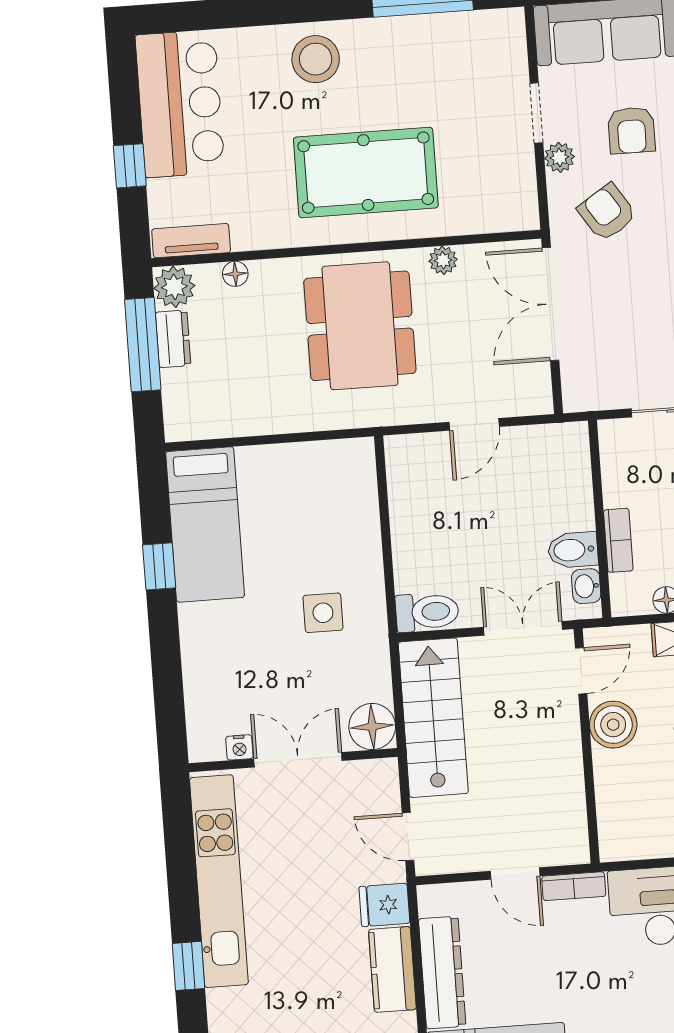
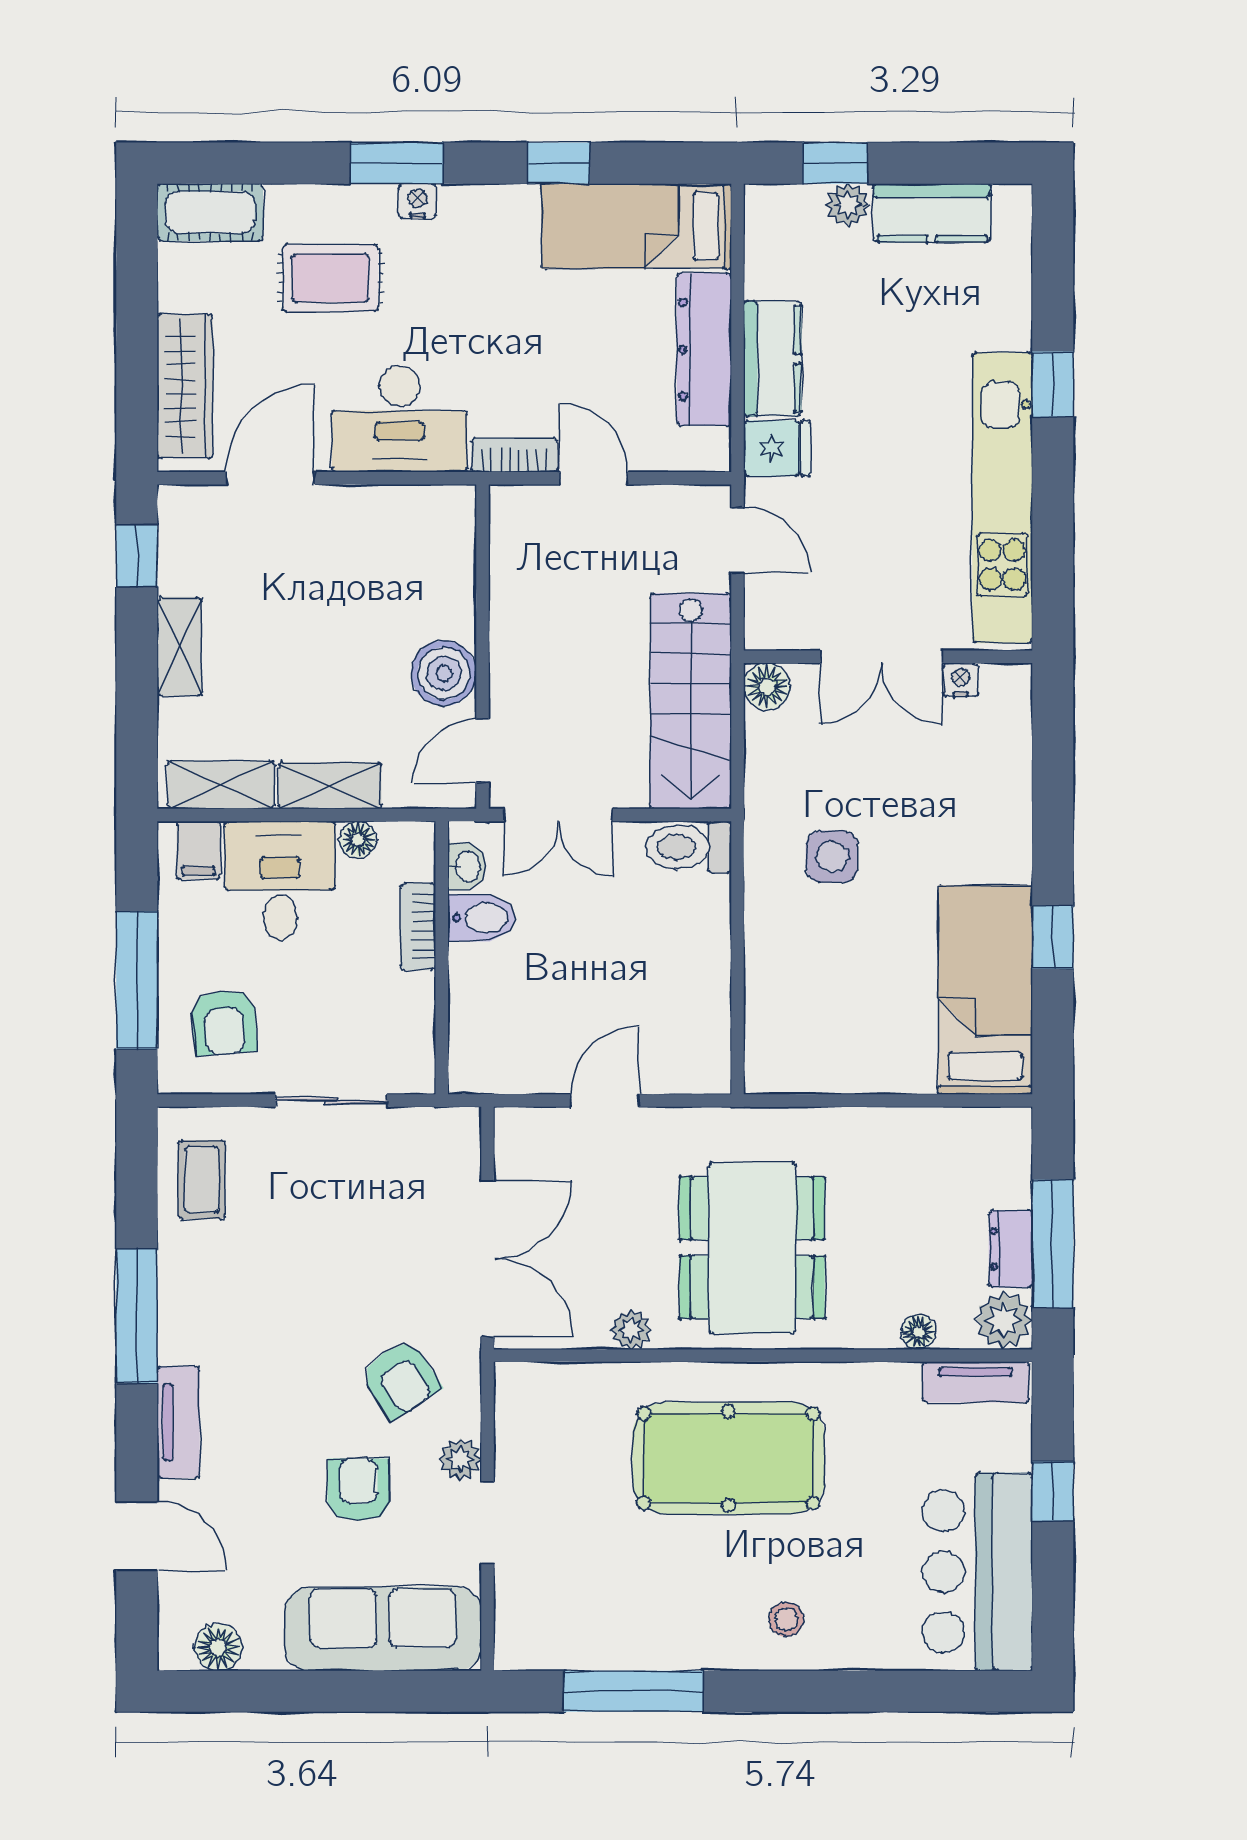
stool: (316, 59) -> (786, 1619), width x0.53, depth x0.53
floor lamp: (372, 727) -> (767, 686), width x0.73, depth x0.73

